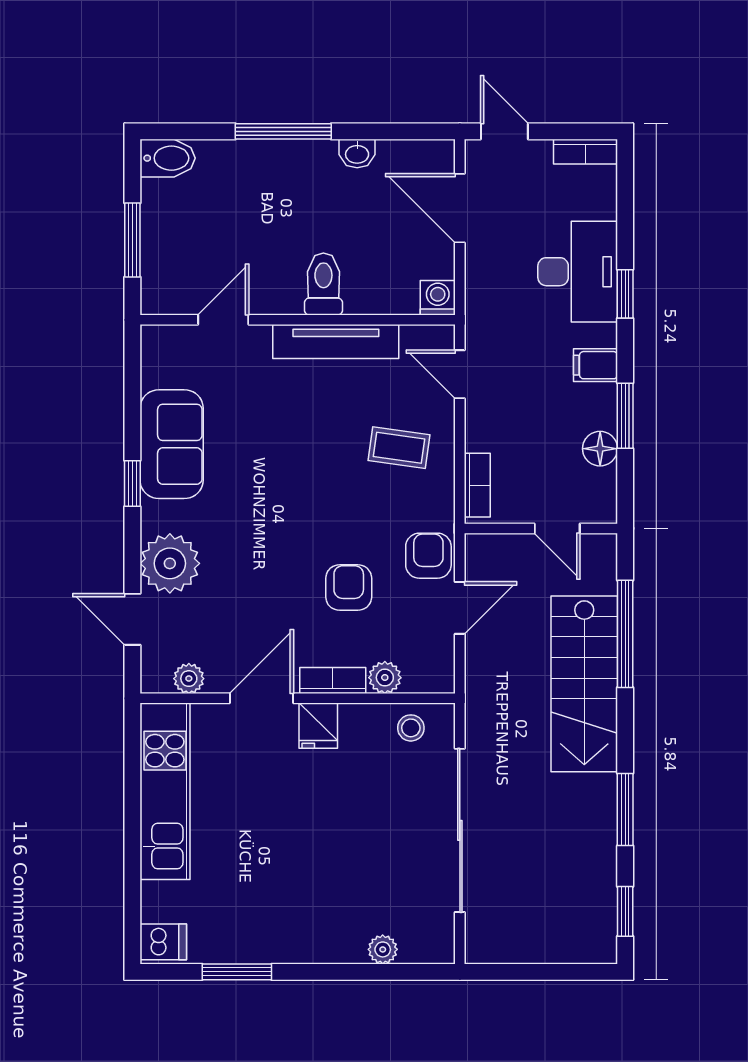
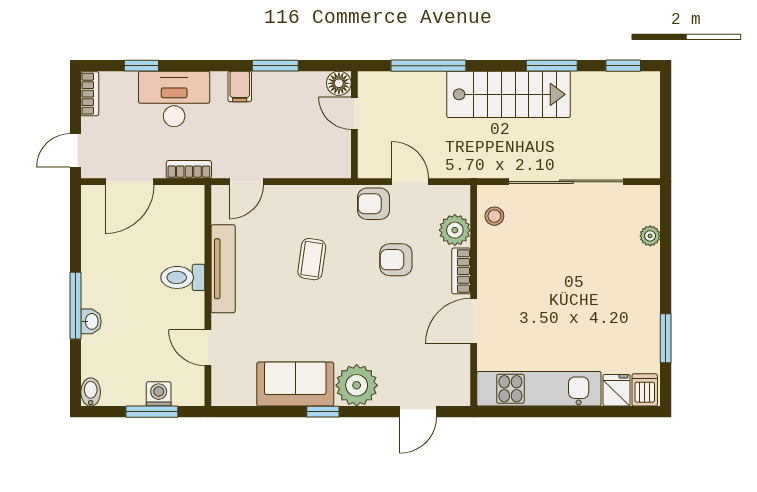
washbasin: (357, 153) -> (91, 321), moved
bidet: (168, 158) -> (91, 392), width x0.72, depth x0.74
window: (625, 294) -> (141, 66), moved
washing machine: (438, 298) -> (159, 394), moved, turned 90
coffee table: (399, 448) -> (312, 259), moved
floor lamp: (600, 449) -> (339, 83), moved
bookcase: (477, 485) -> (189, 169), moved
door: (557, 528) -> (354, 113), swing flipped
plant: (170, 563) -> (357, 385), moved
plant: (385, 678) -> (455, 230), width x1.38, depth x1.38
plant: (189, 679) -> (460, 372), removed
stairs: (584, 684) -> (509, 94), moved
door: (262, 698) -> (474, 321), hinge flipped
fridge: (318, 726) -> (616, 390), moved, turned -90

